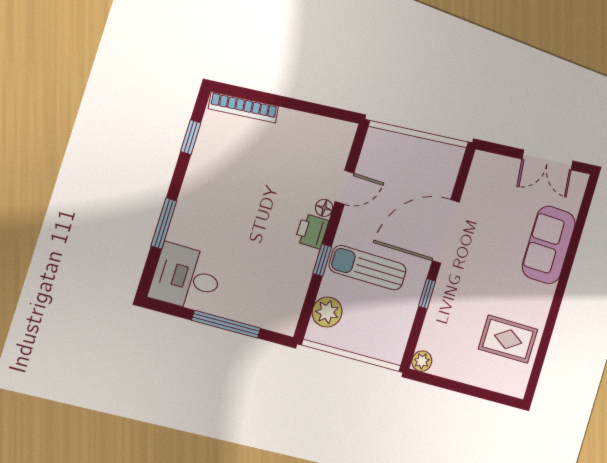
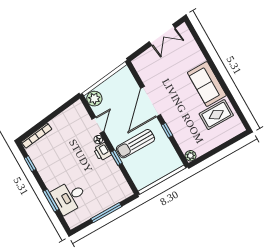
sofa: (549, 245) -> (207, 84), moved
desk: (187, 278) -> (69, 197), moved
plant: (327, 312) -> (94, 99), moved

